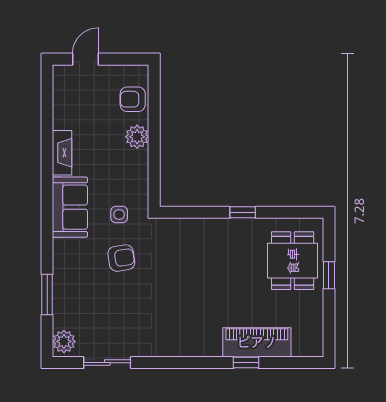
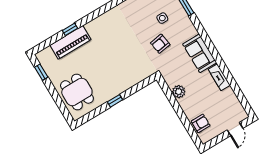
plant: (137, 137) -> (179, 92), moved
side table: (119, 214) -> (162, 18), moved
window: (329, 275) -> (41, 72), moved

